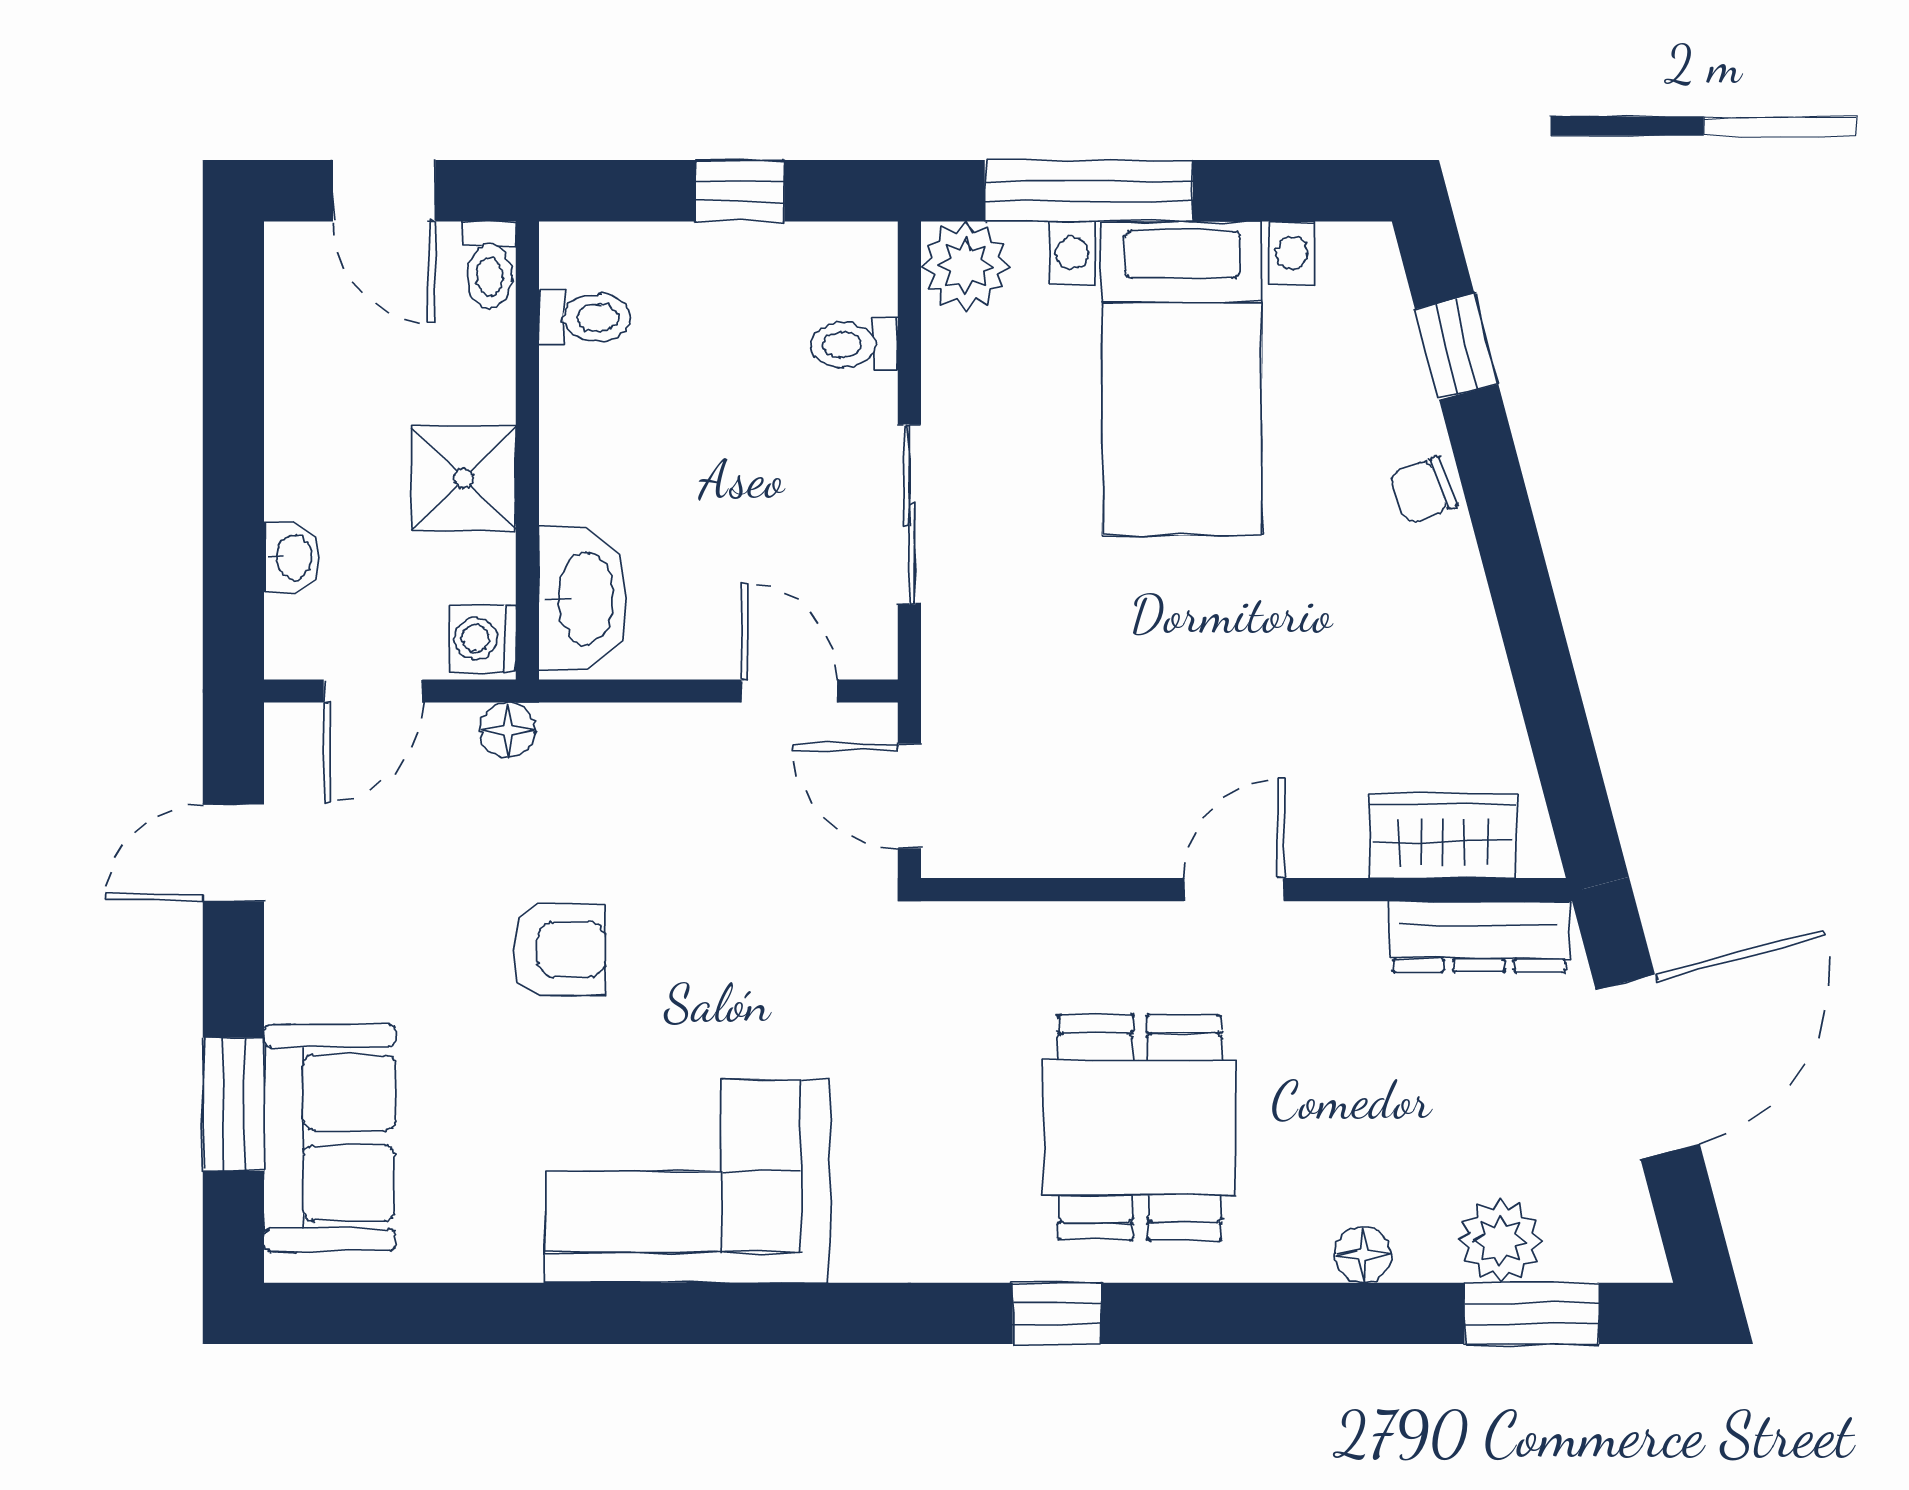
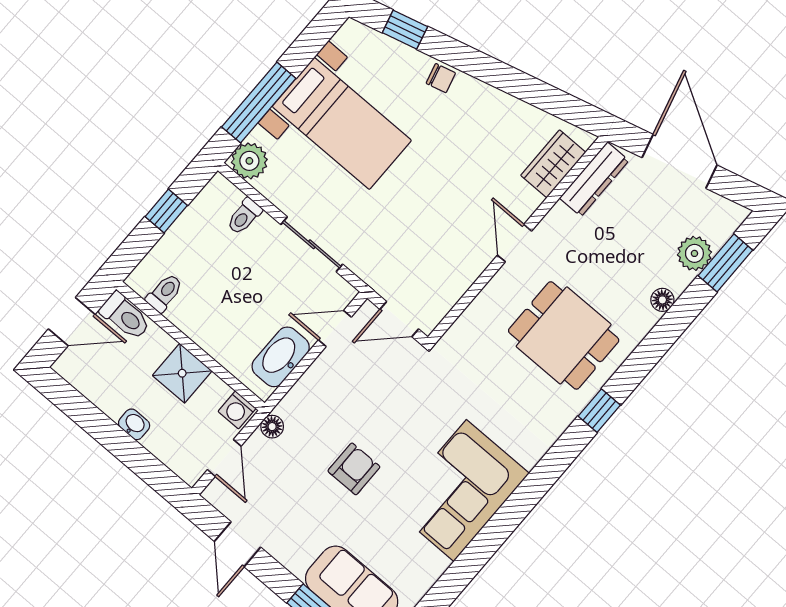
toilet: (489, 265) -> (125, 316), width x1.37, depth x1.39
chair: (1423, 491) -> (441, 78), turned -84
washbasin: (292, 558) -> (134, 424), moved
washbasin: (583, 599) -> (281, 357), moved, turned -90

